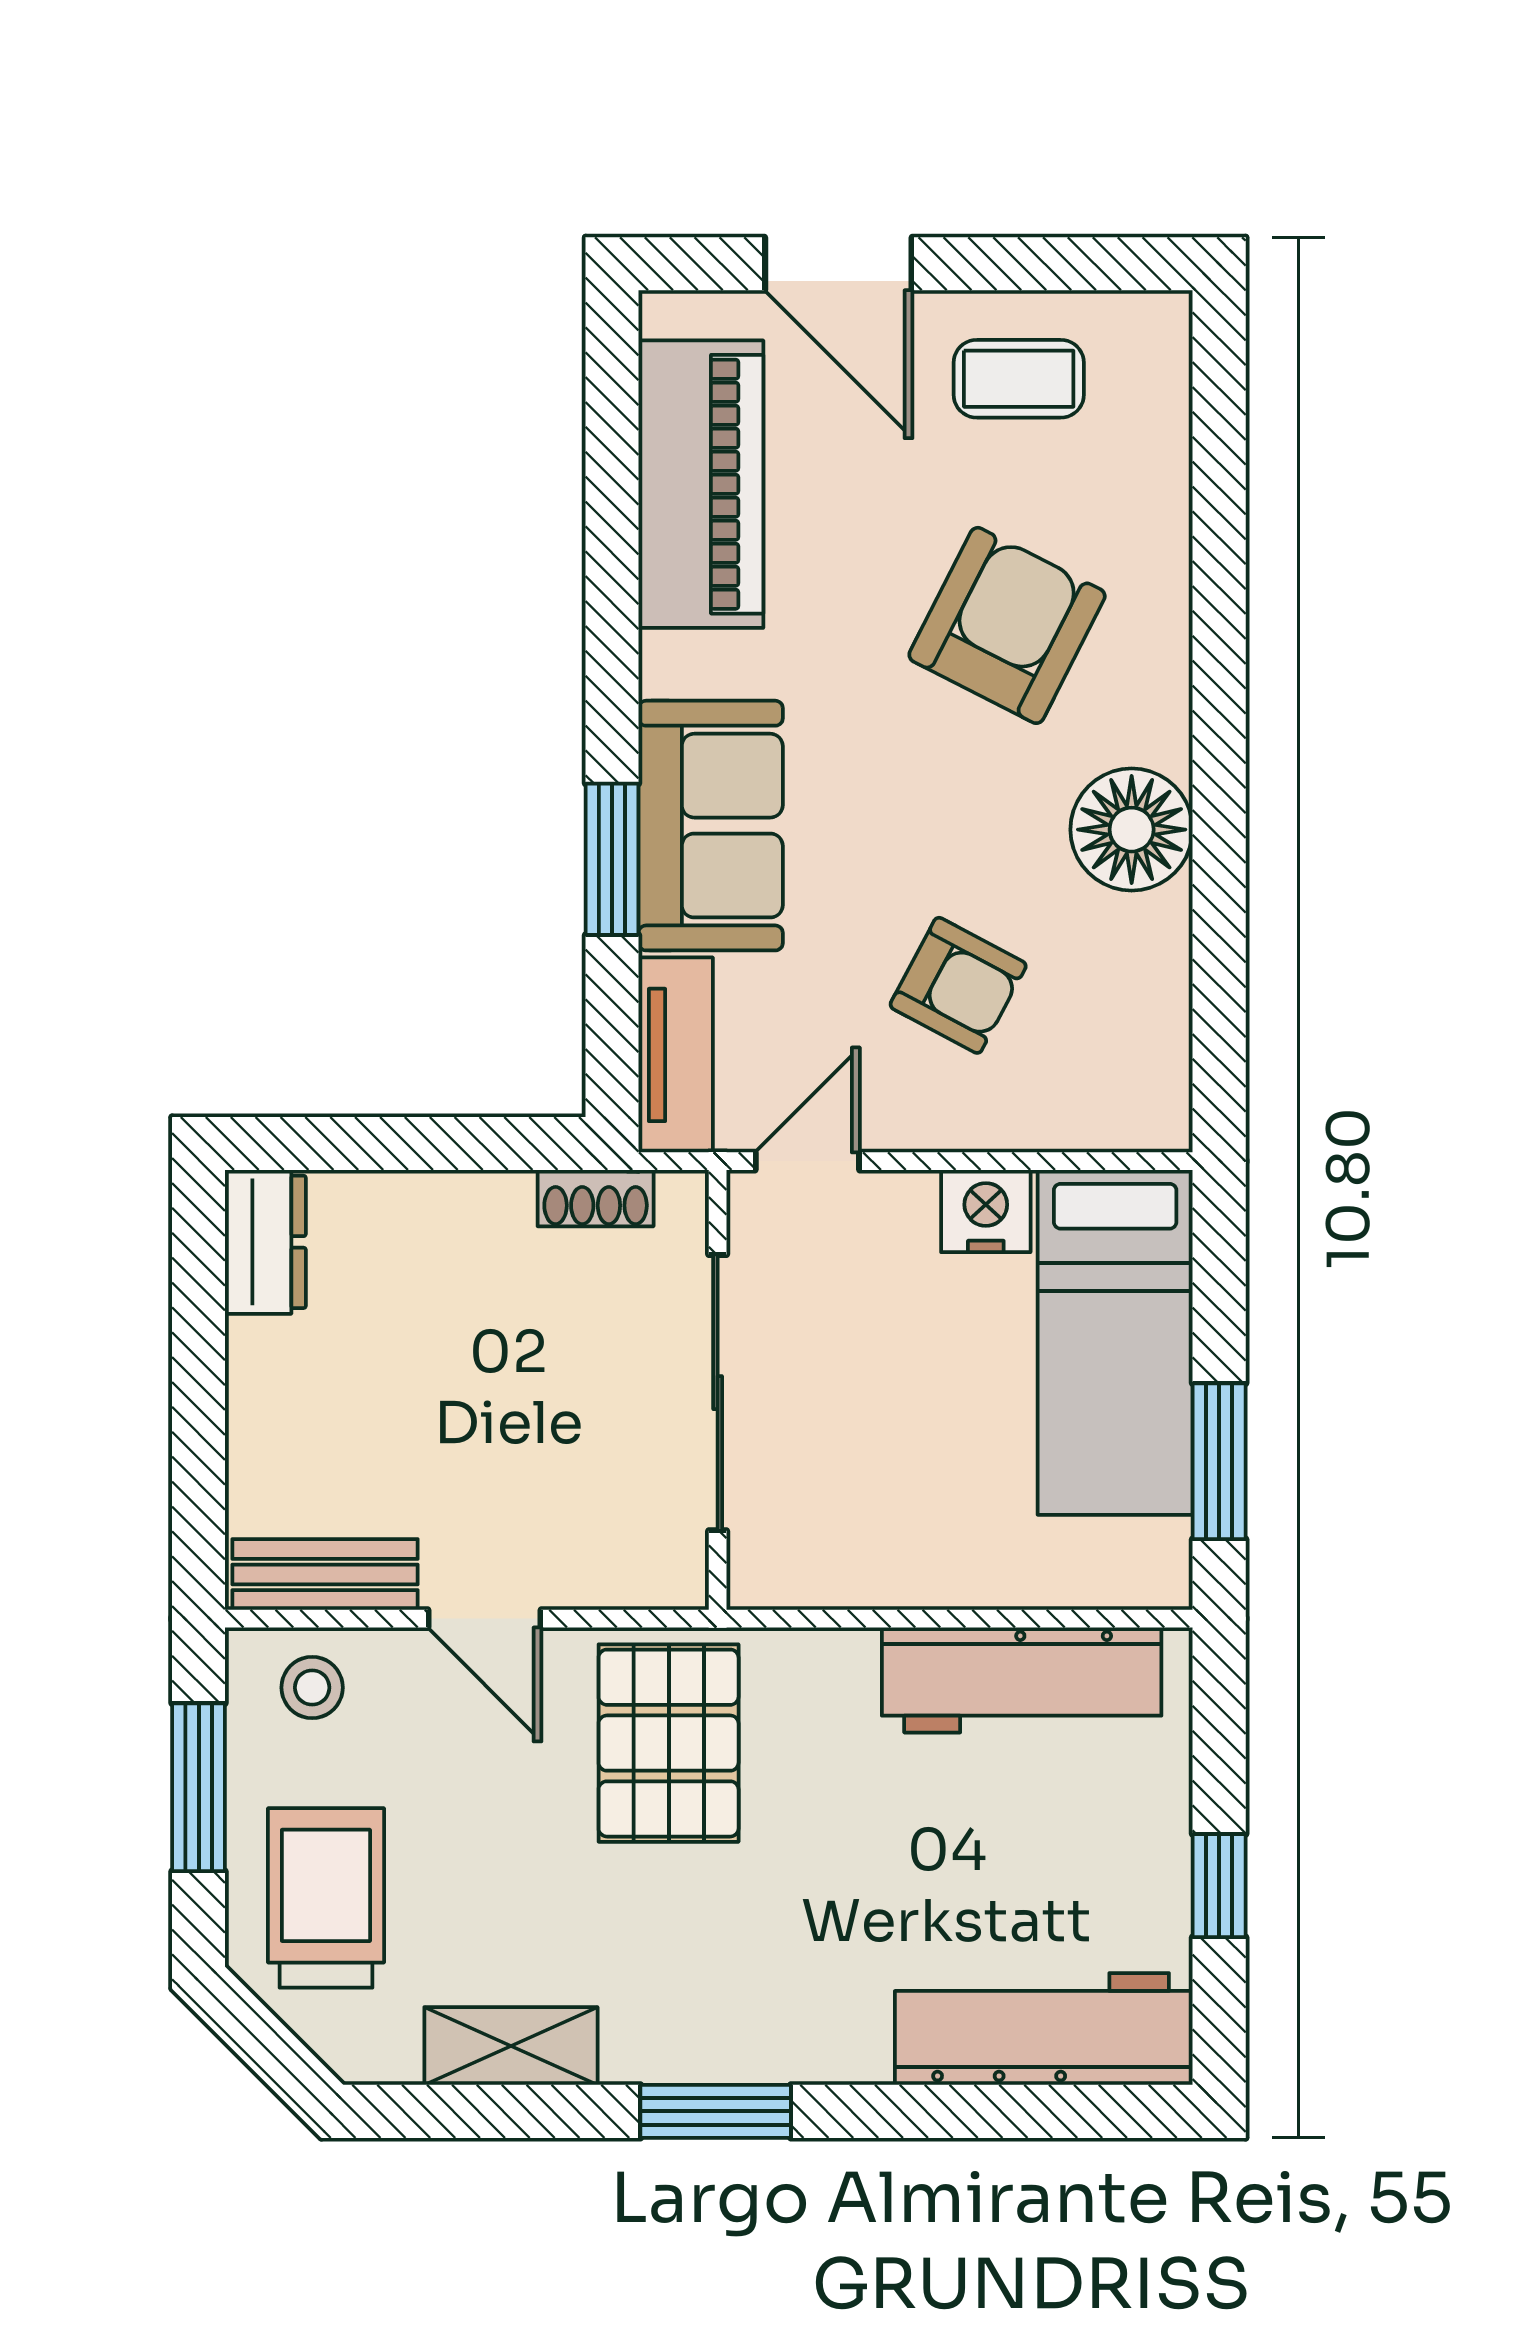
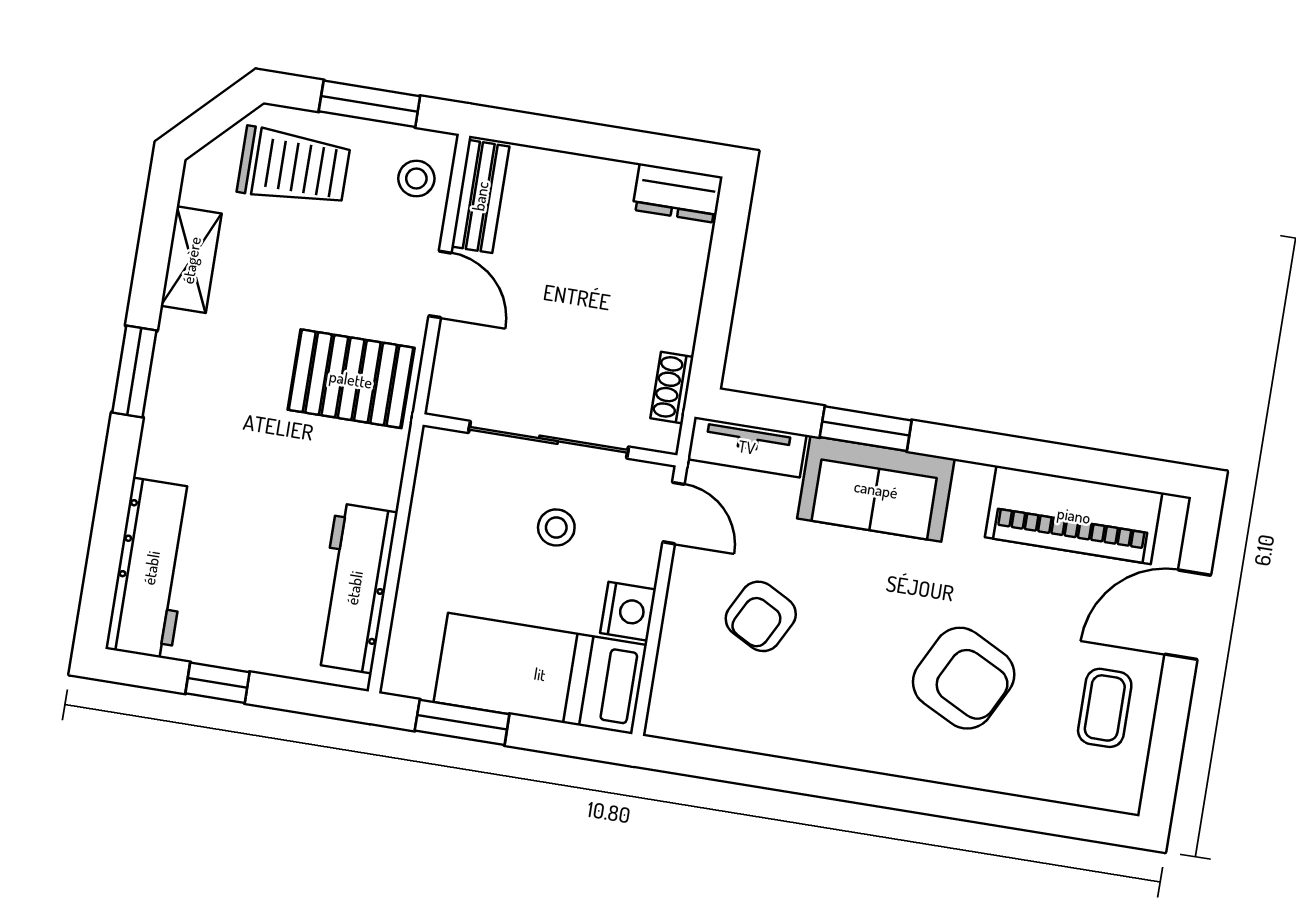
floor lamp: (1132, 830) -> (834, 731), removed
stool: (864, 1355) -> (556, 527), added
door: (484, 1619) -> (440, 284), swing flipped

